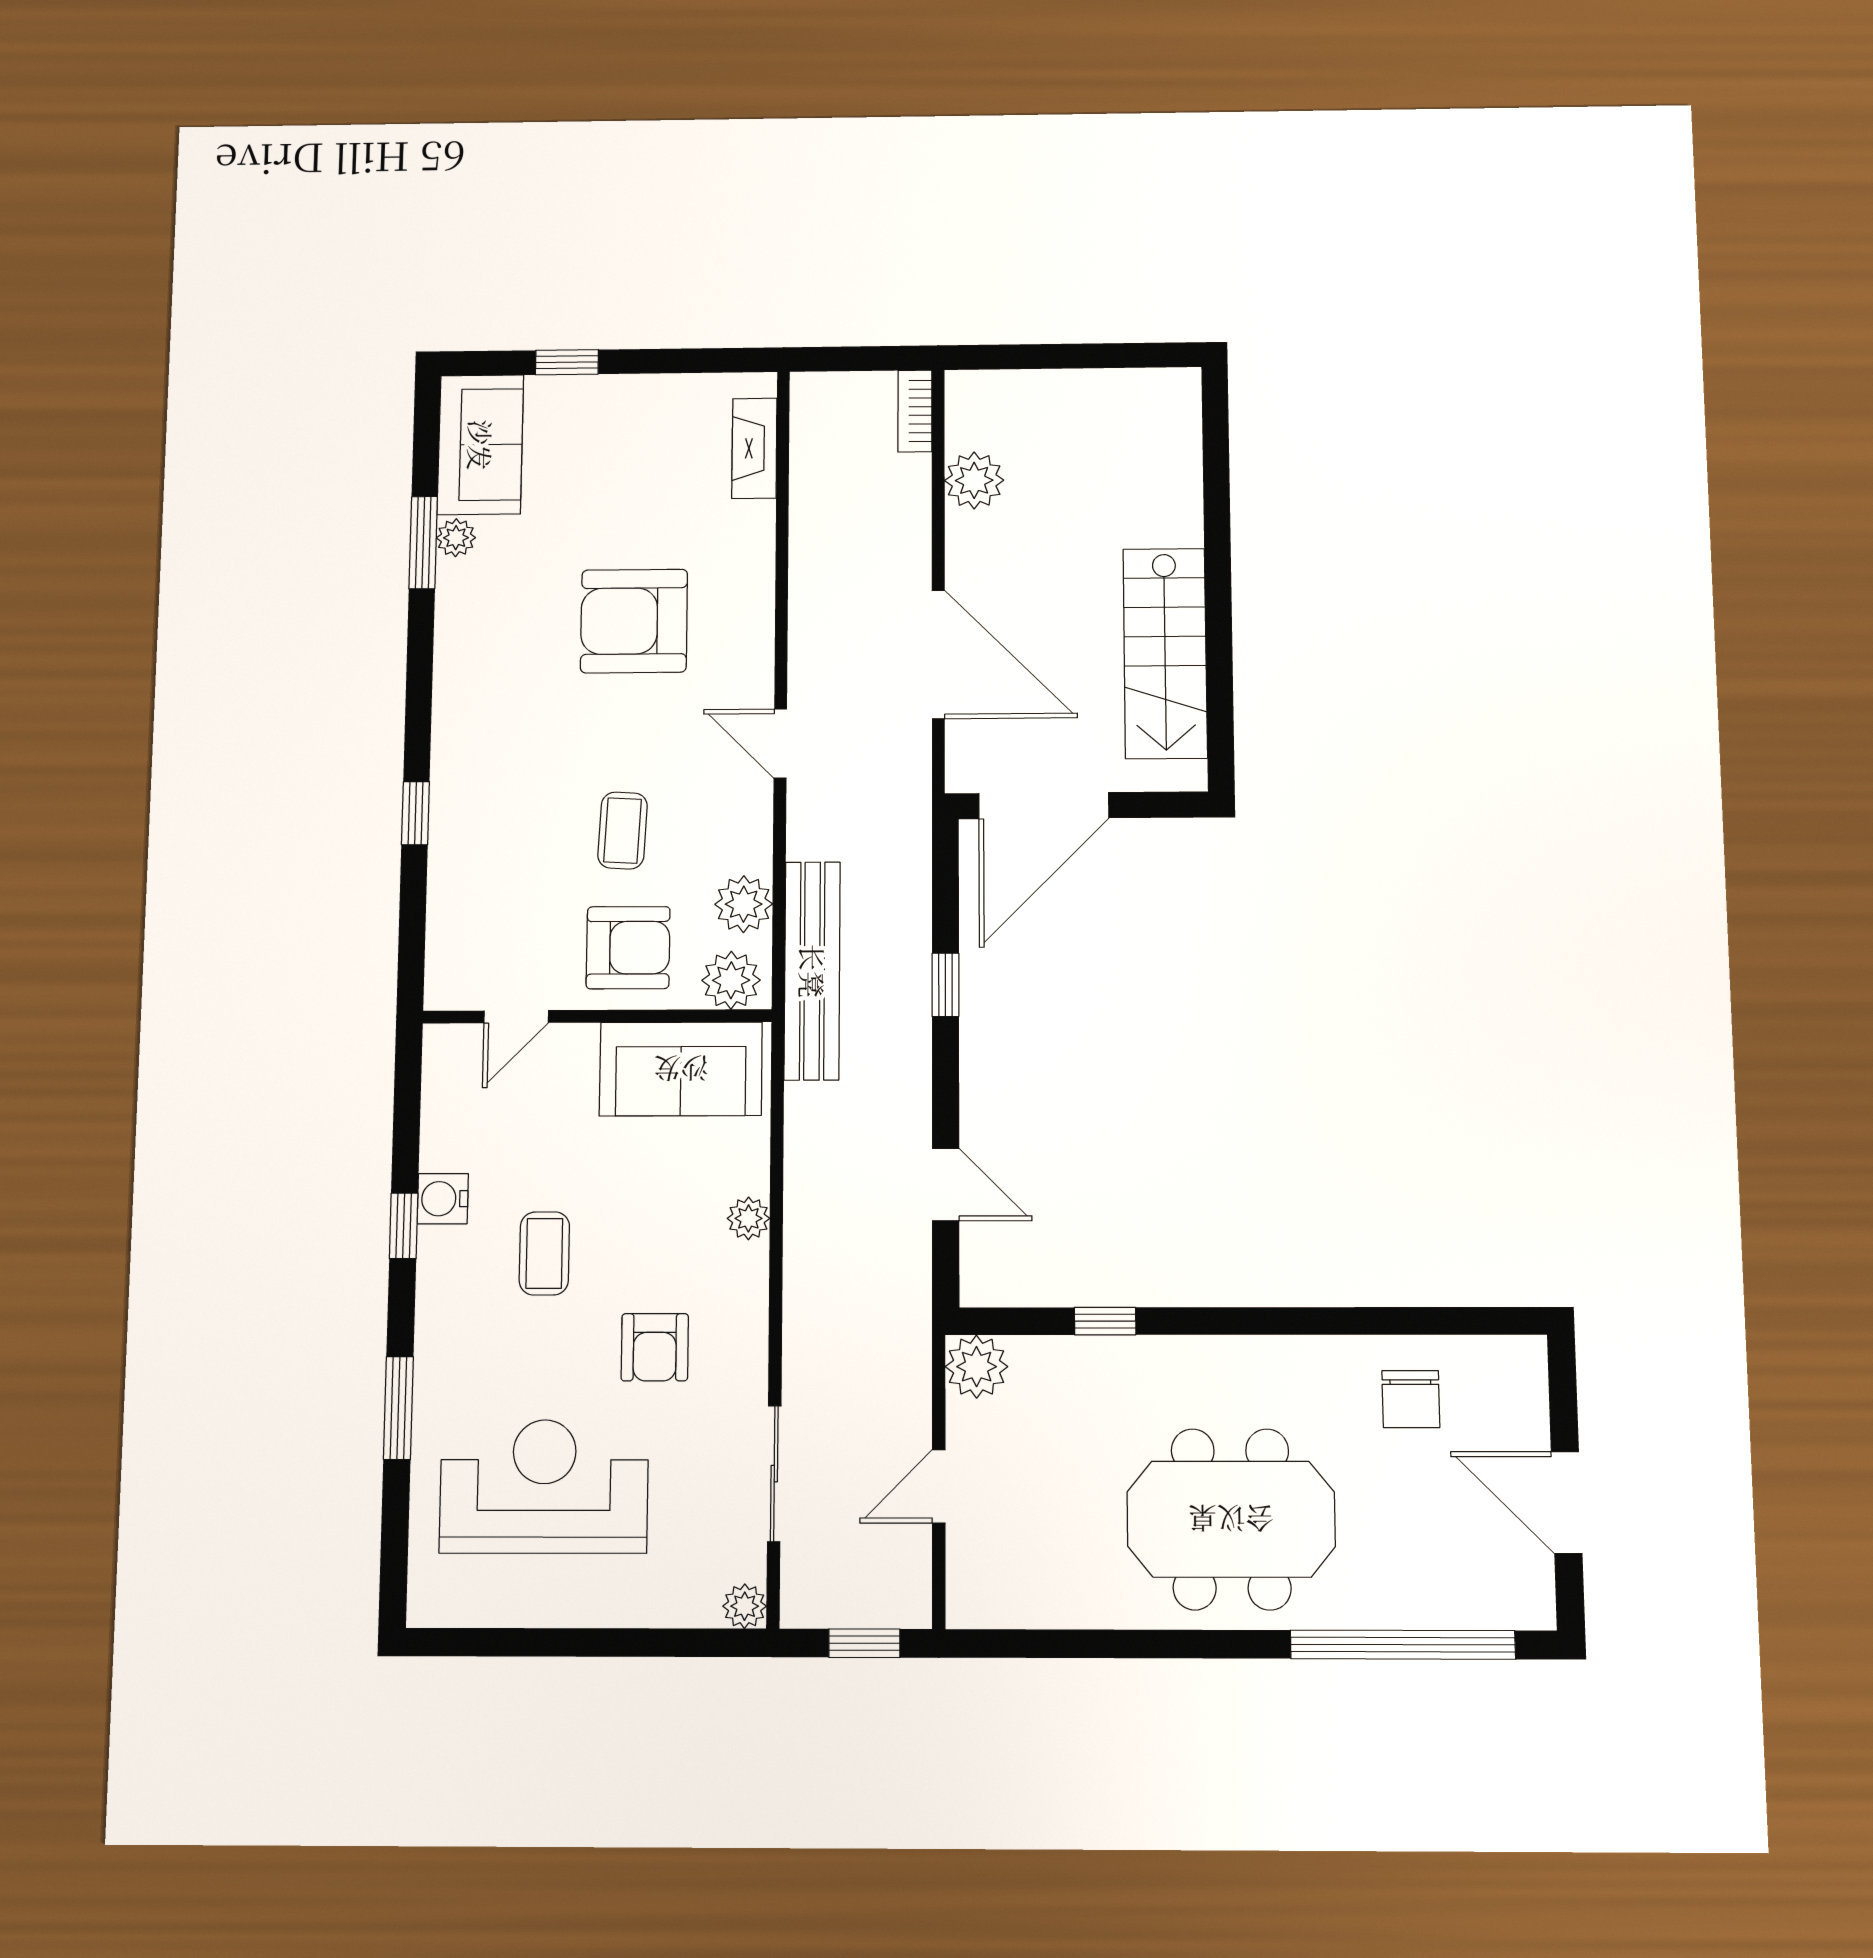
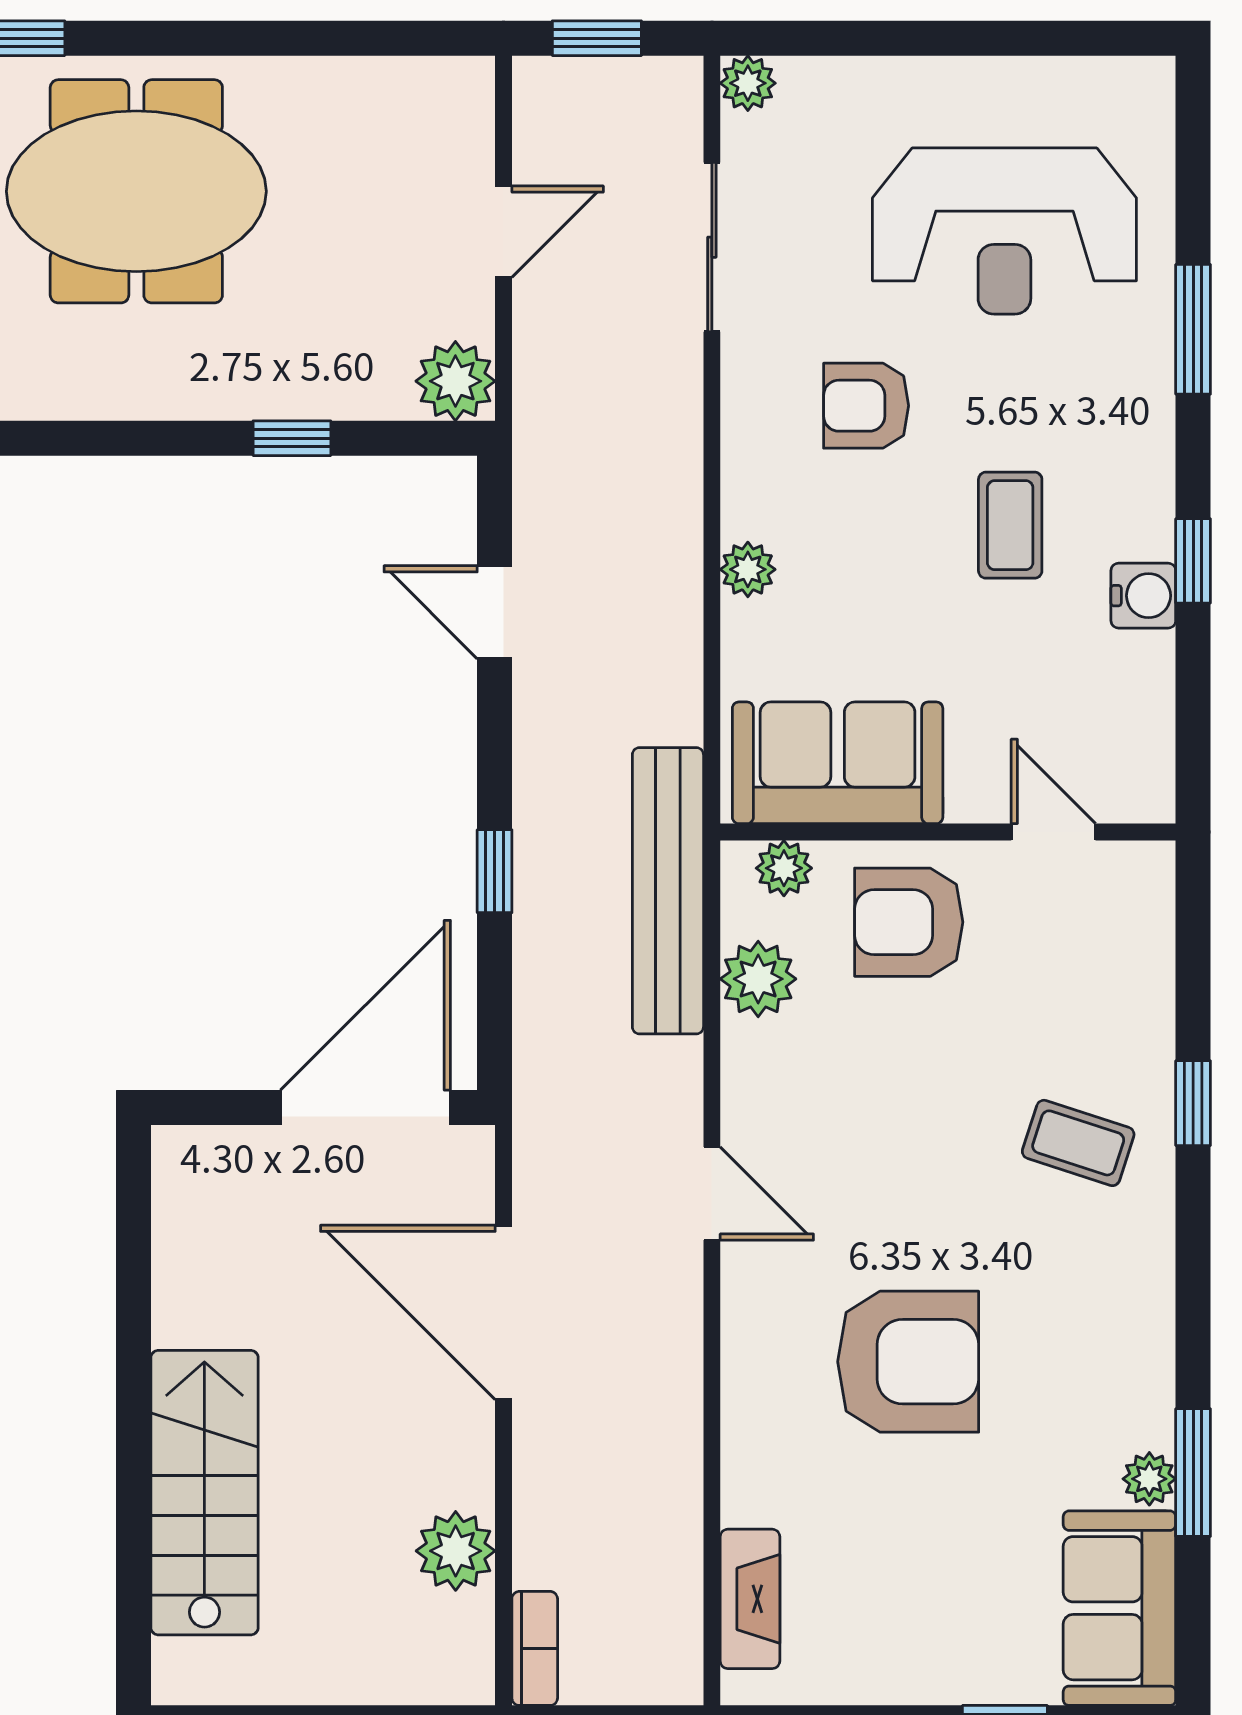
stairs: (1165, 653) -> (204, 1493), moved
coffee table: (623, 831) -> (1078, 1143), moved, turned -75
plant: (731, 980) -> (784, 868), width x0.73, depth x0.73
door: (516, 1017) -> (1053, 832), hinge flipped
armchair: (655, 1347) -> (866, 406), turned -90

